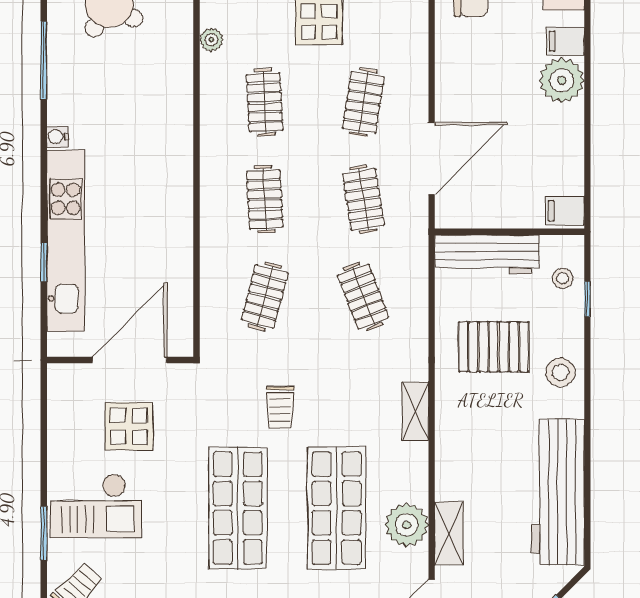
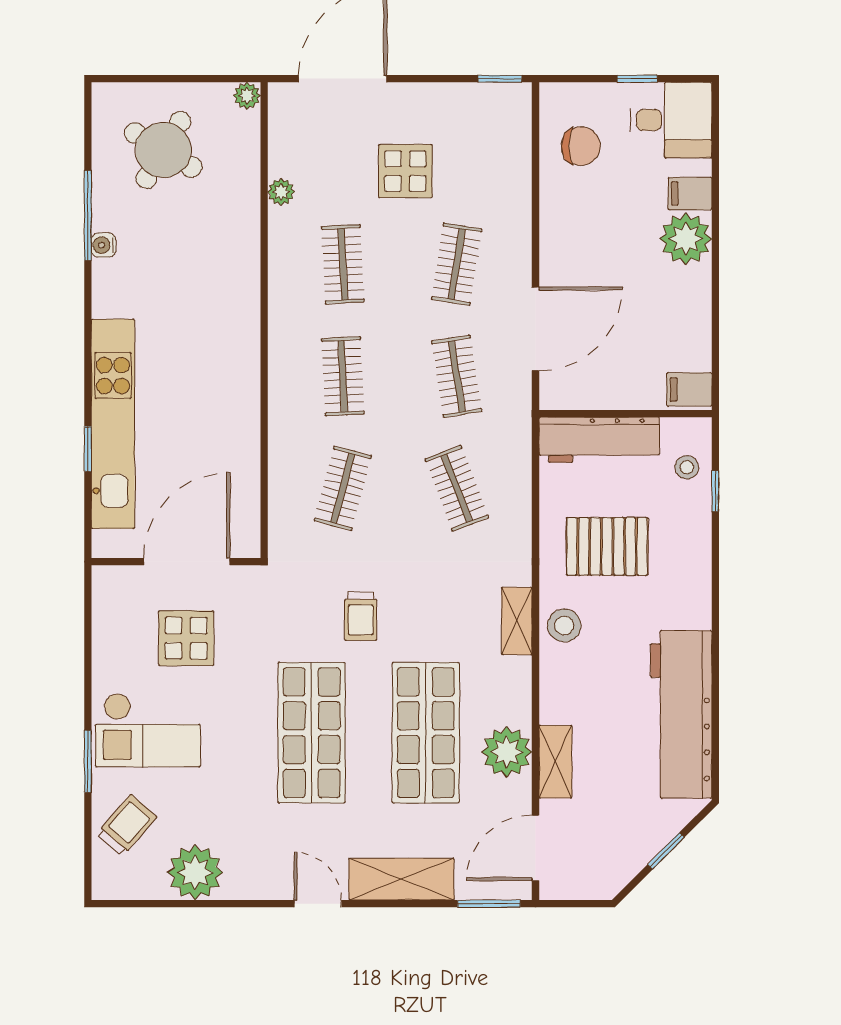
water cooler: (57, 137) -> (103, 245), moved
stool: (560, 372) -> (564, 625), moved

